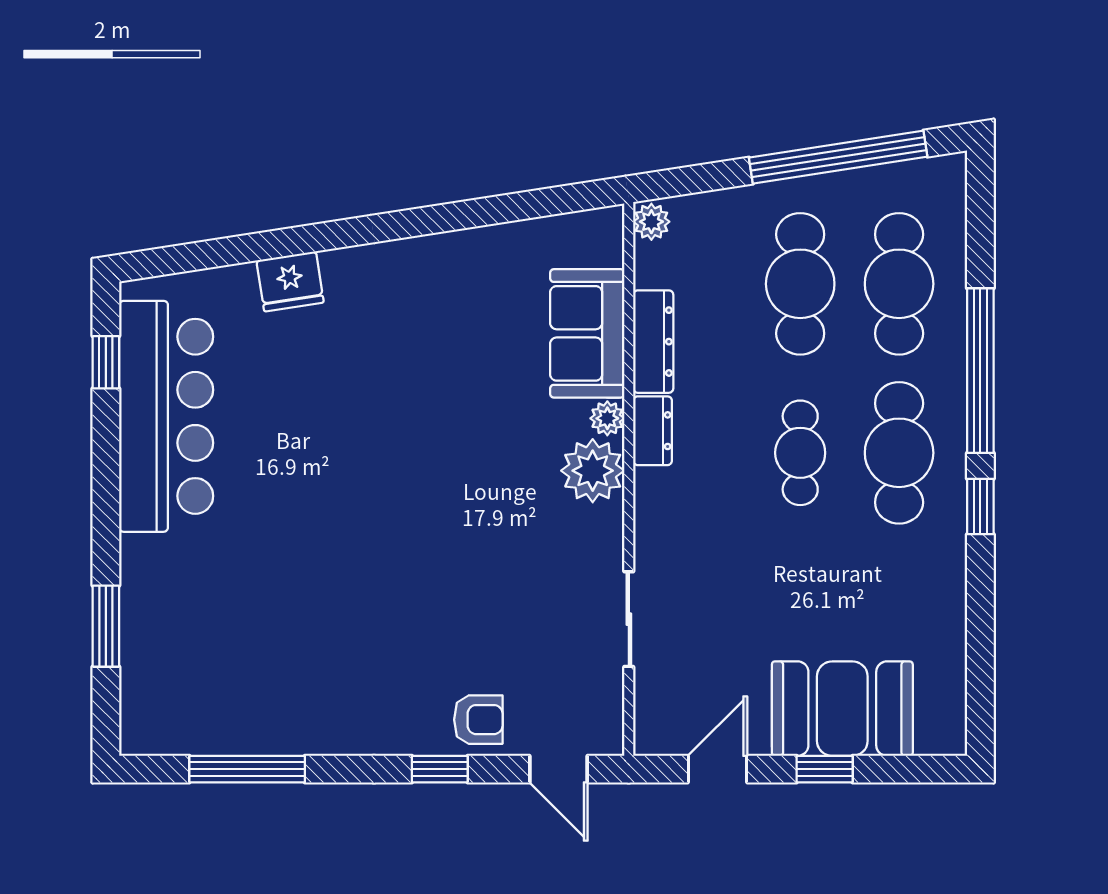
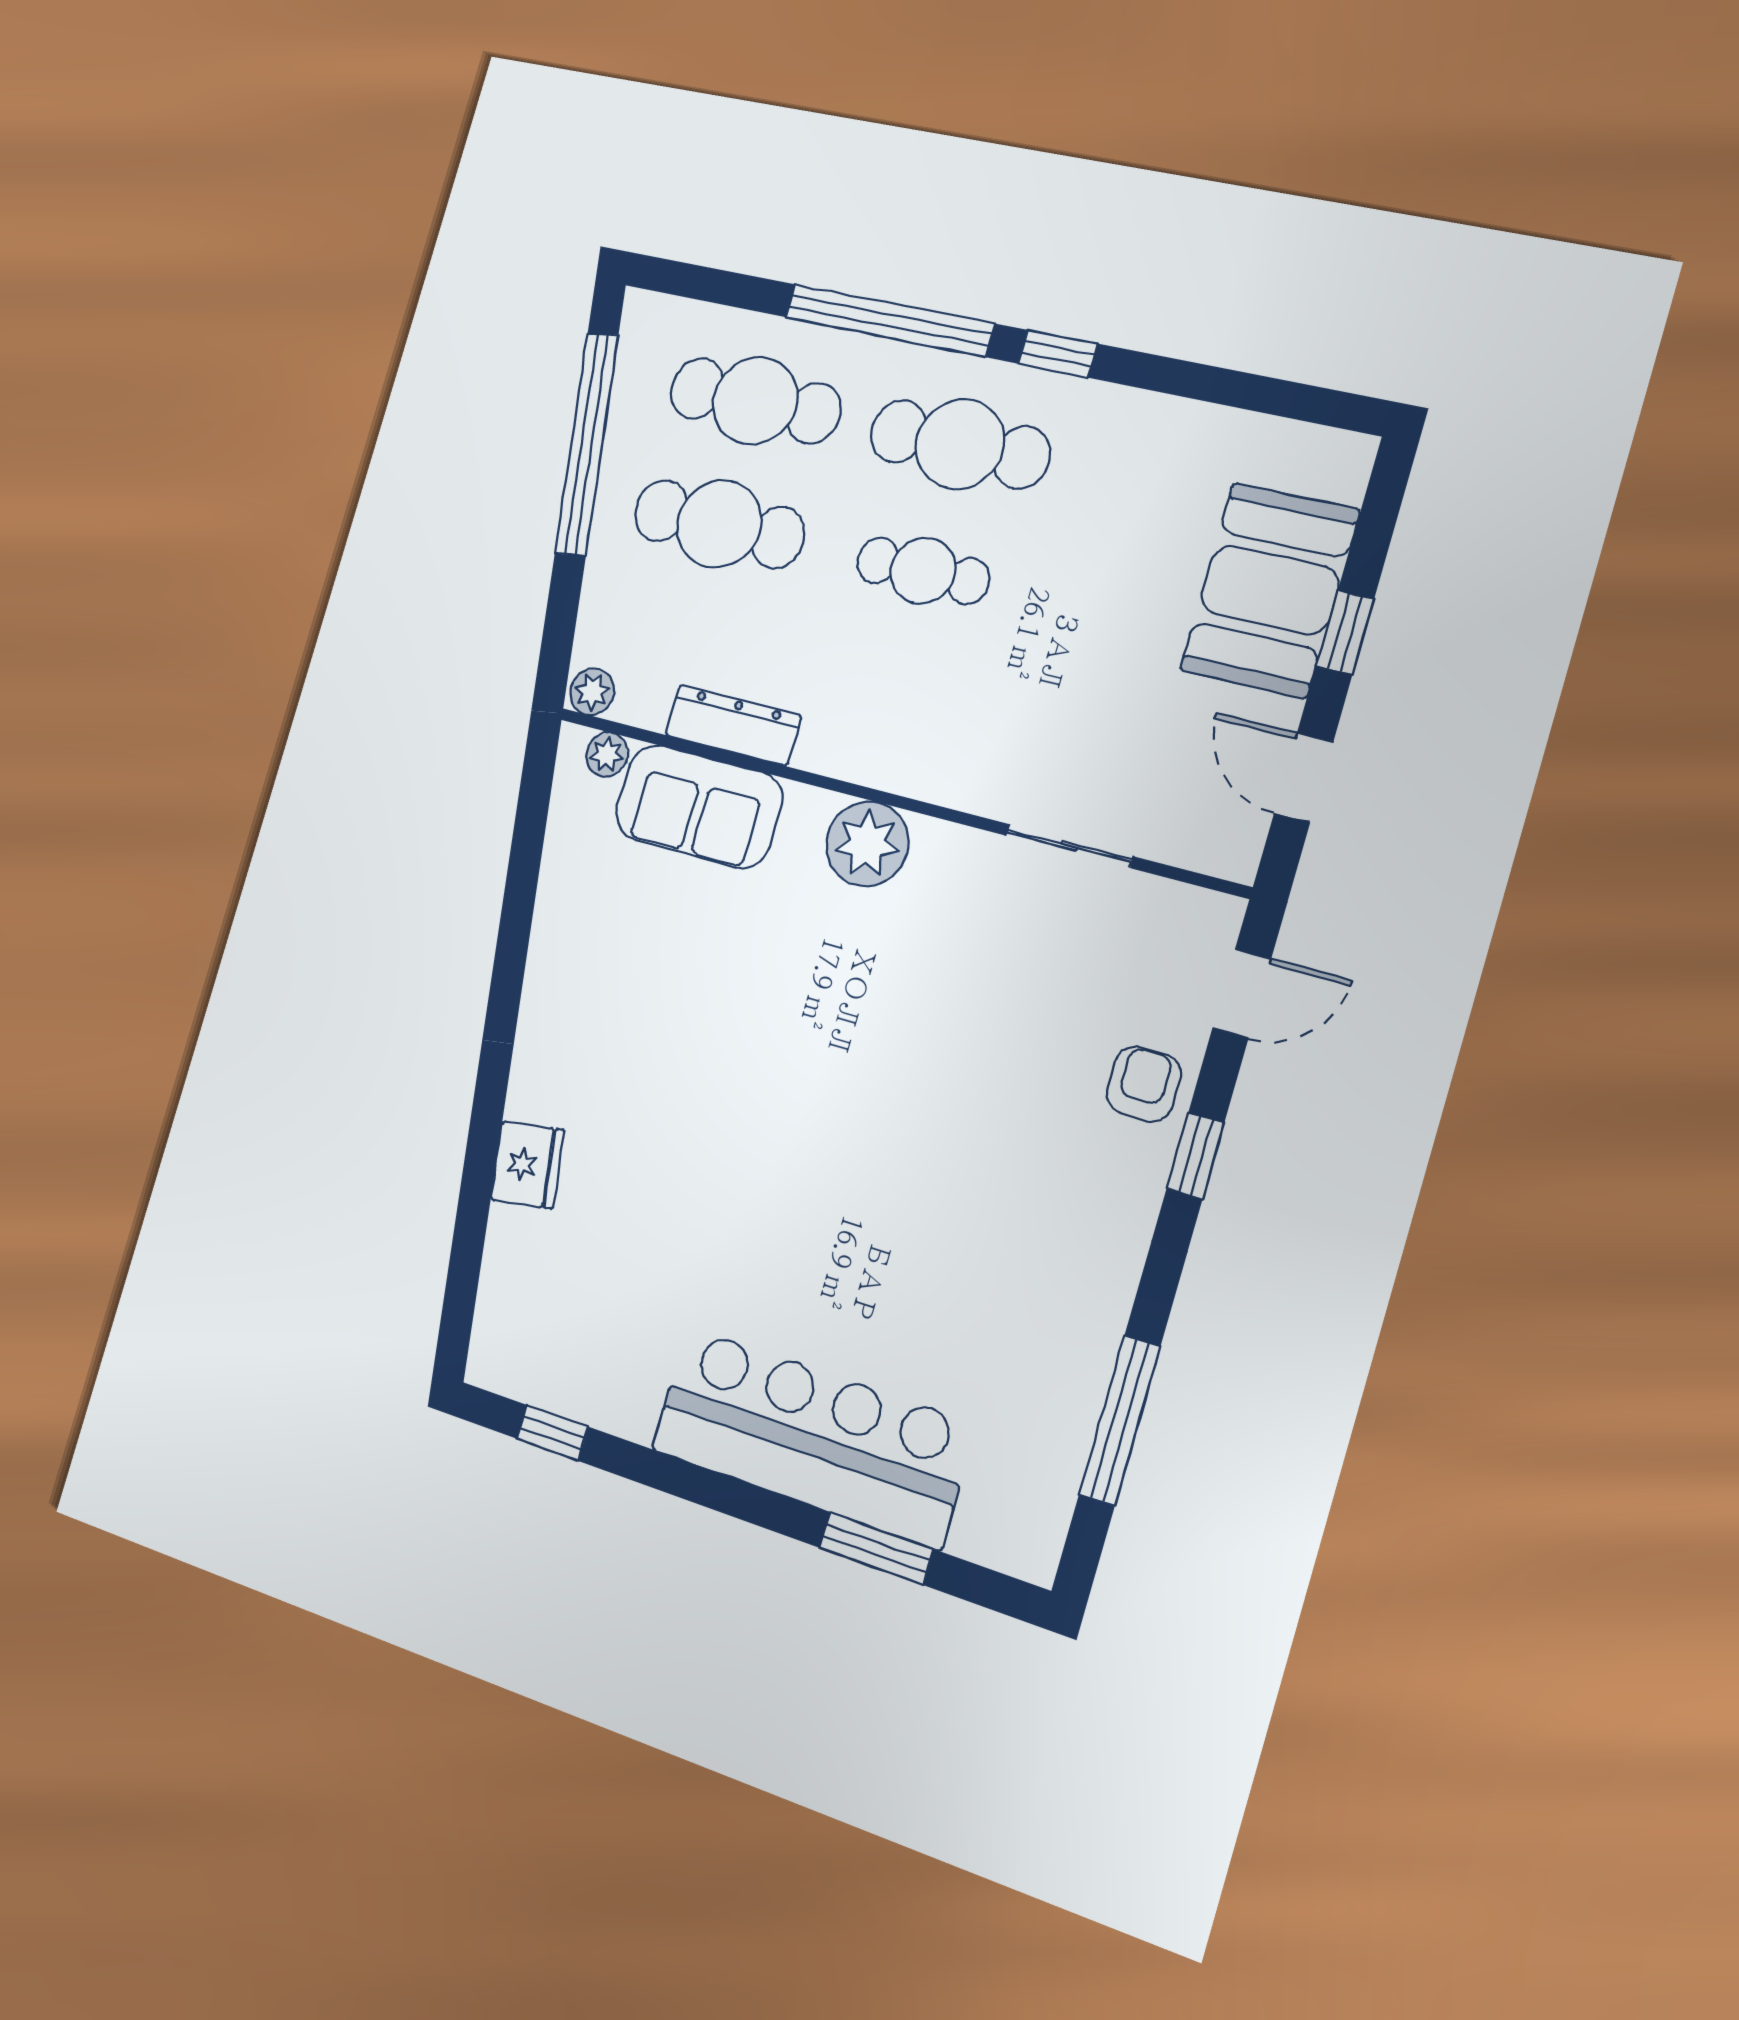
bar counter: (166, 416) -> (812, 1437), moved
plant: (607, 418) -> (607, 755), moved
dresser: (653, 431) -> (840, 754), removed

